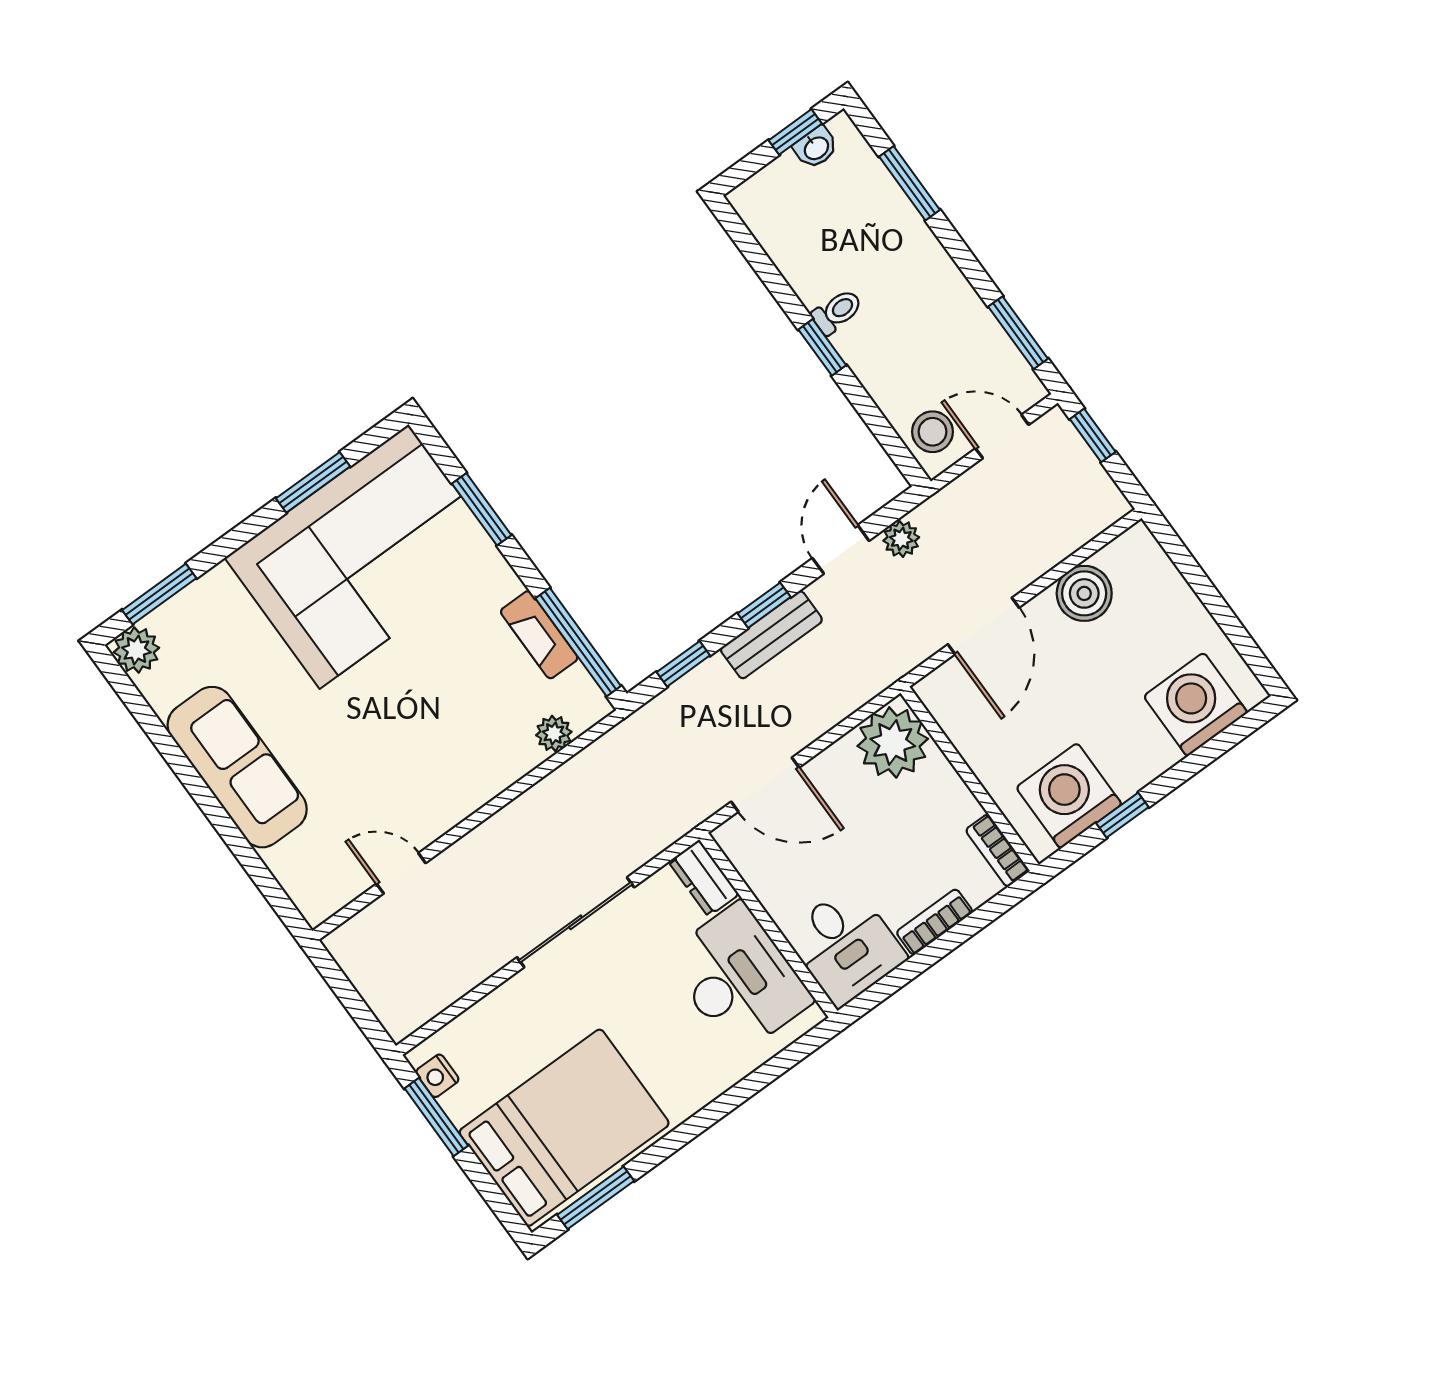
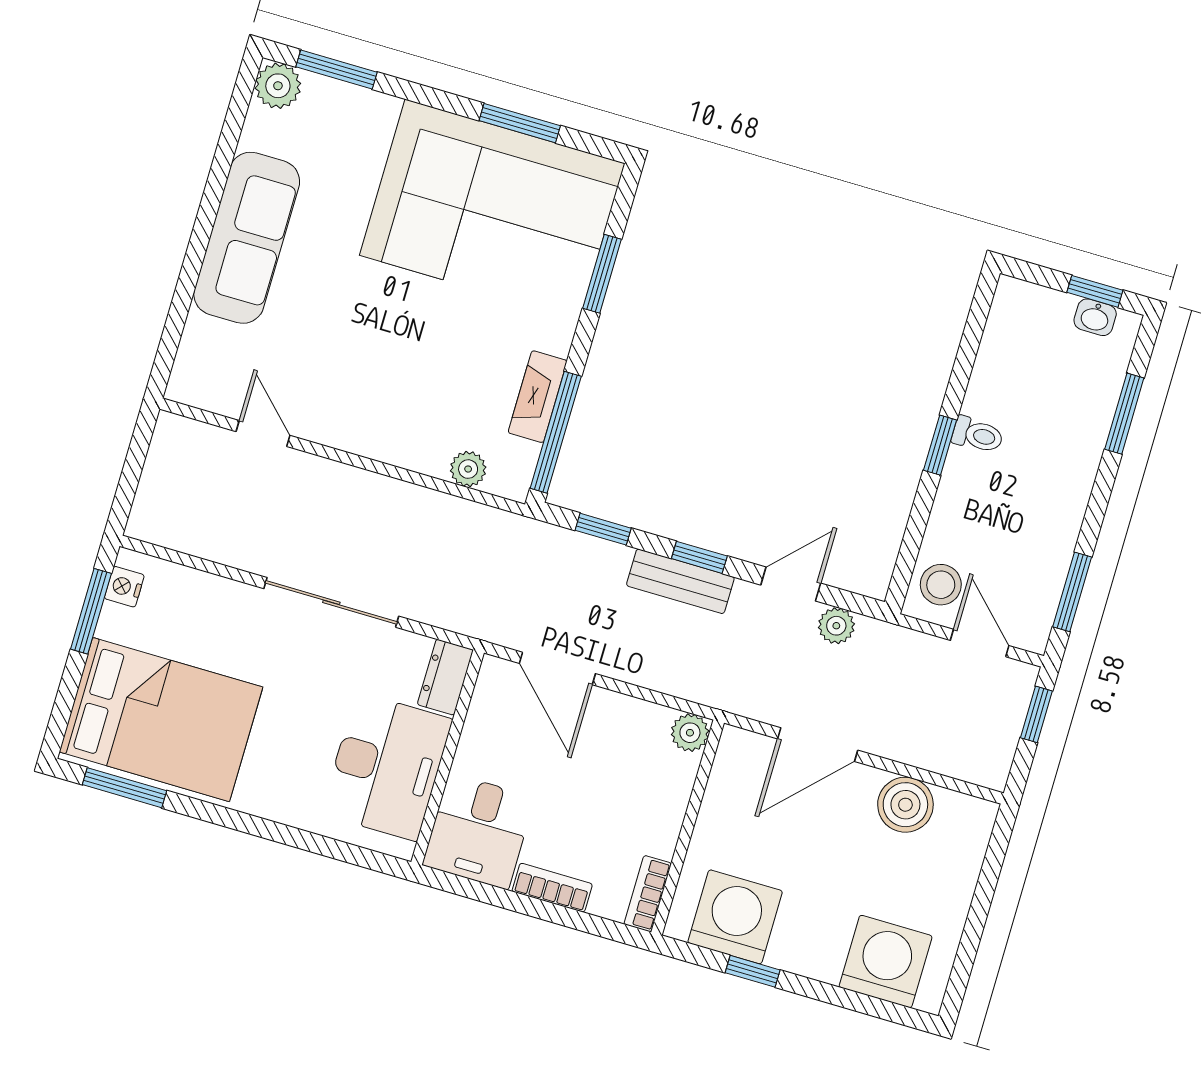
plant: (893, 742) -> (690, 733), width x0.53, depth x0.53

